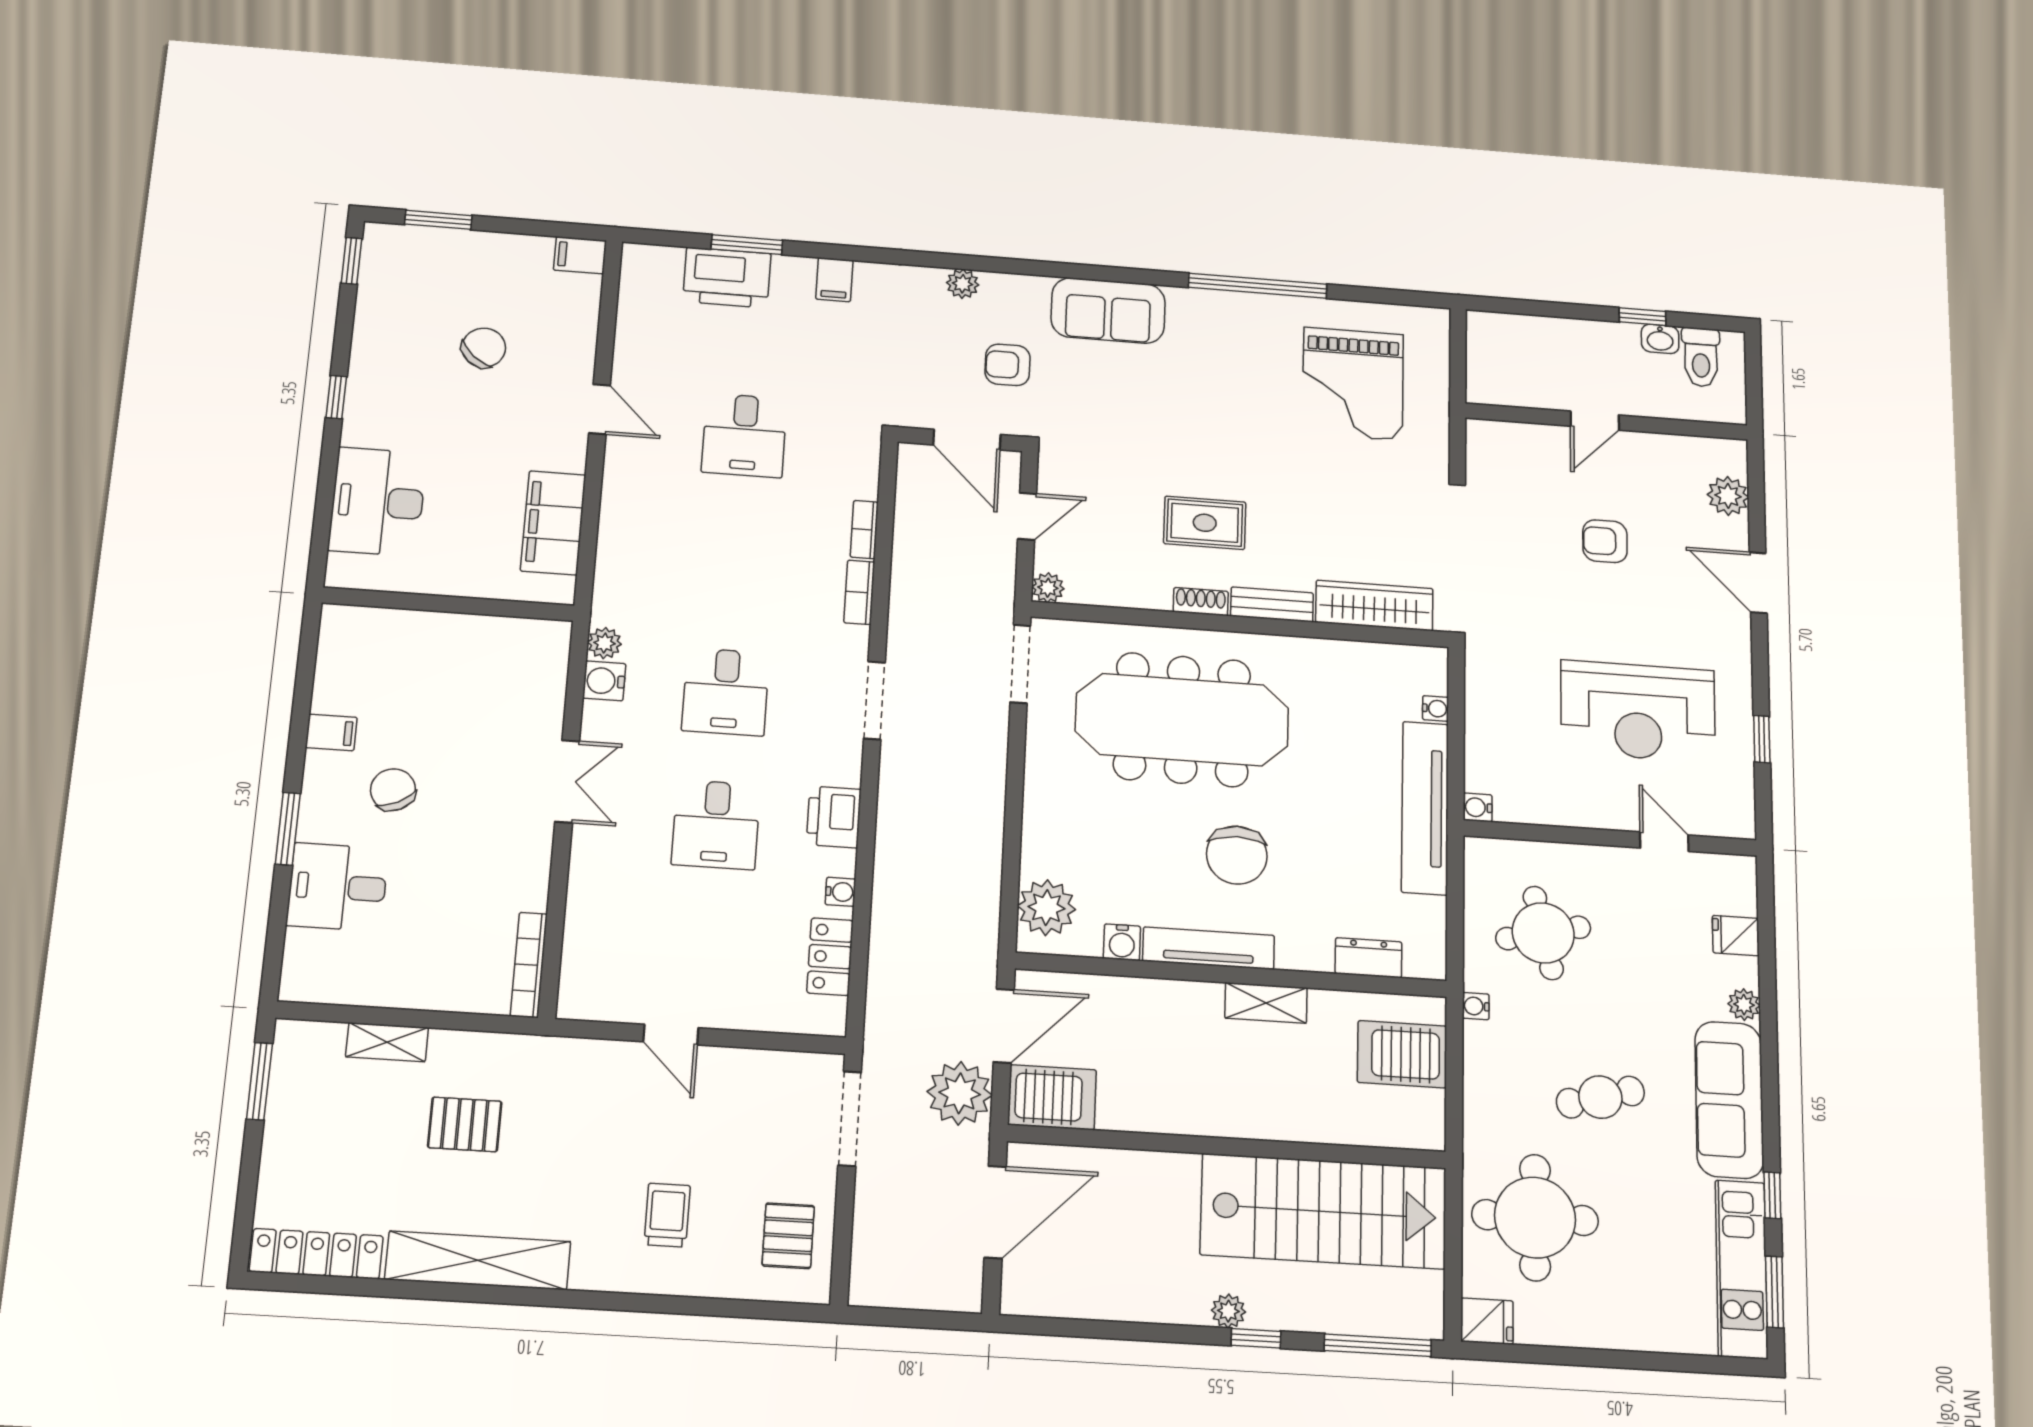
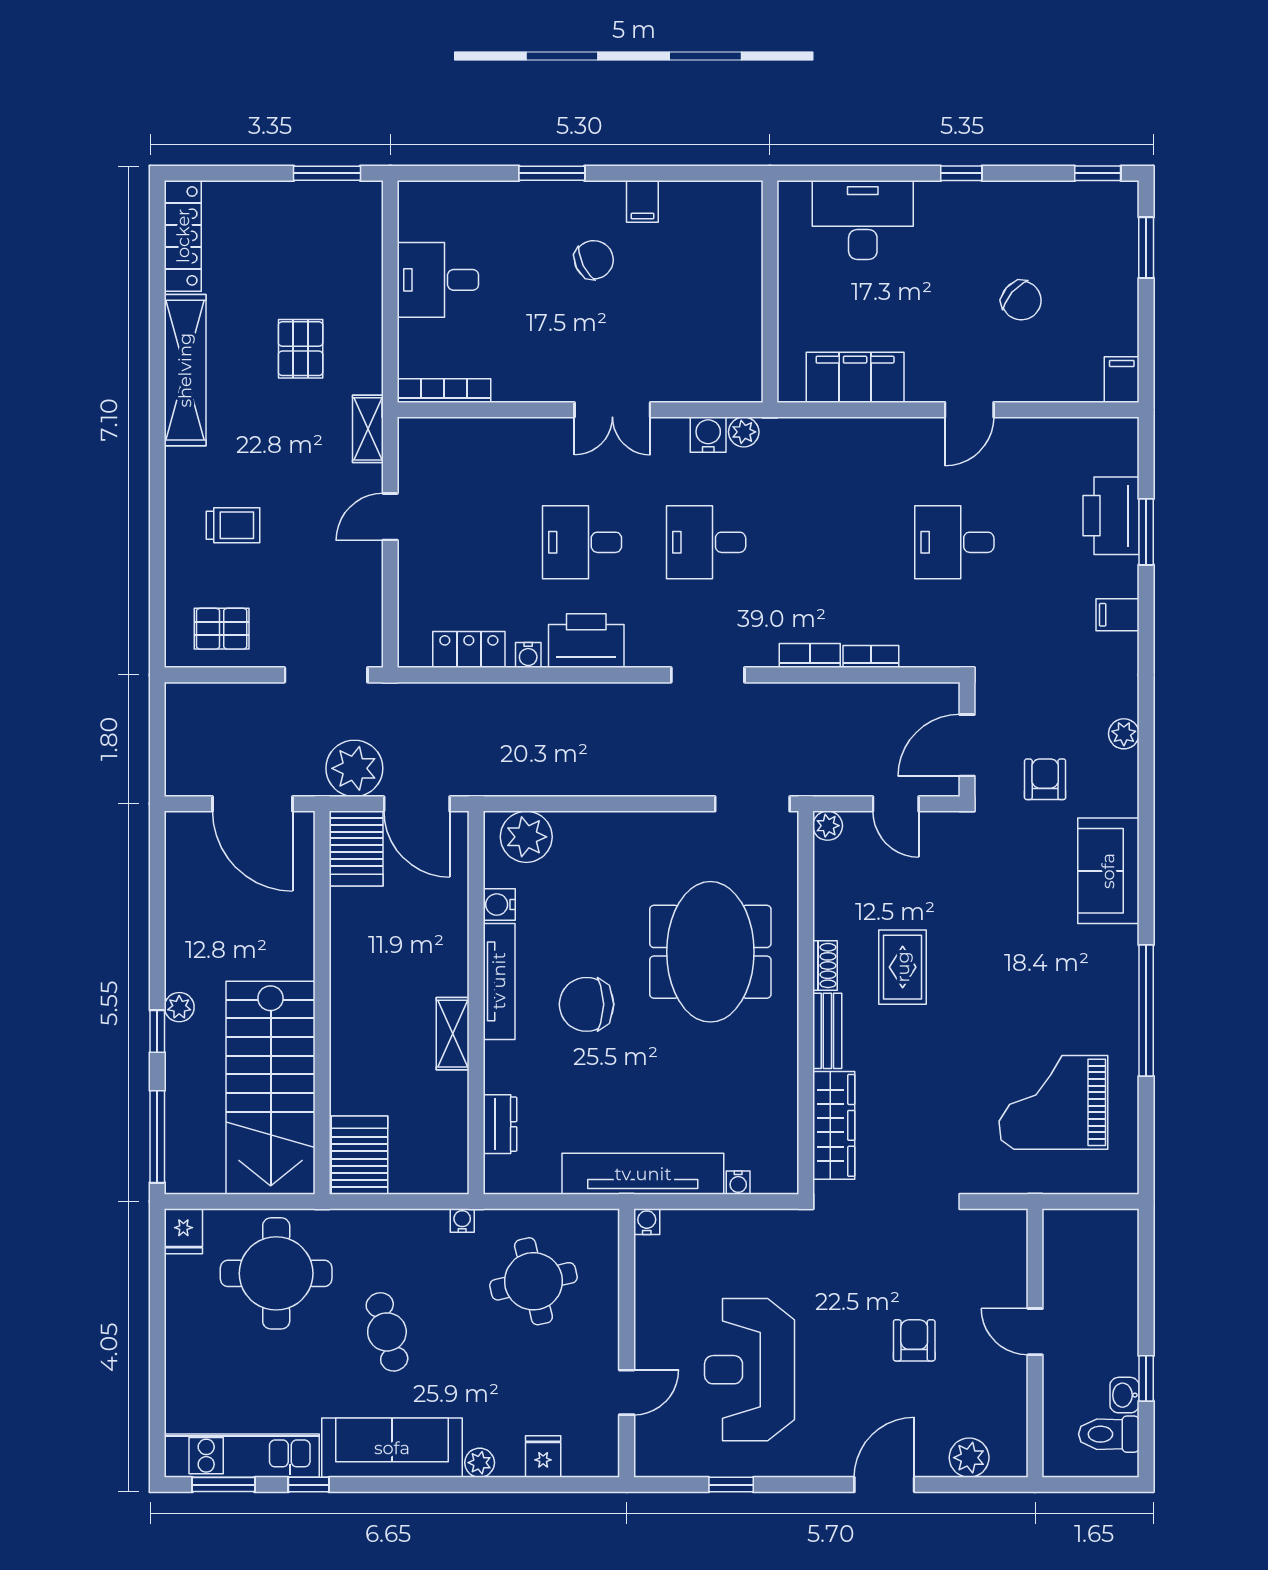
meeting table: (1182, 720) -> (710, 952), width x0.73
printer: (834, 817) -> (586, 641), width x1.37, depth x1.19
desk: (337, 887) -> (438, 280), moved, turned -90
shelving: (387, 1042) -> (368, 429), moved
server rack: (1402, 1054) -> (360, 1155), moved

